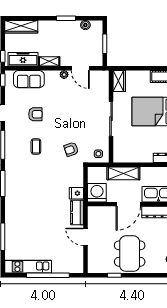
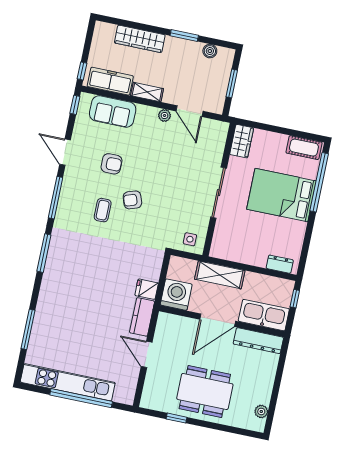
wardrobe: (21, 27) -> (140, 39), moved
armchair: (71, 149) -> (132, 200), moved
dining table: (130, 254) -> (205, 392), turned 90
kitchen unit: (28, 267) -> (68, 382), width x1.36

